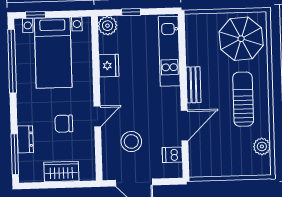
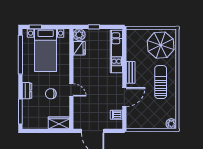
fridge: (109, 66) -> (79, 48), moved
door: (97, 116) -> (71, 90), hinge flipped
dresser: (25, 139) -> (27, 91), moved
stool: (131, 142) -> (92, 106), removed
plant: (262, 146) -> (171, 124), moved
wardrobe: (61, 172) -> (59, 123), moved

